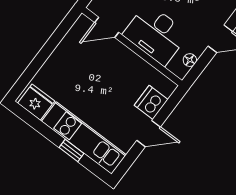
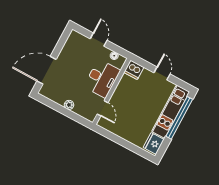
dishwasher: (151, 102) -> (134, 70), moved
window: (72, 151) -> (179, 118), width x3.17

